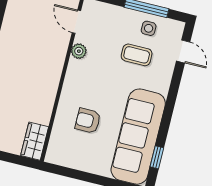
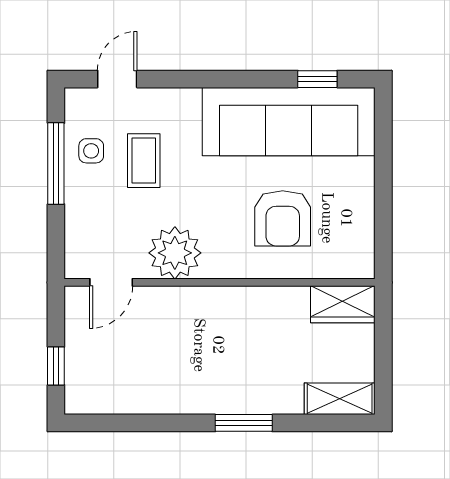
plant: (79, 51) -> (175, 253), width x1.88, depth x1.88
armchair: (88, 121) -> (283, 218), width x1.38, depth x1.38

